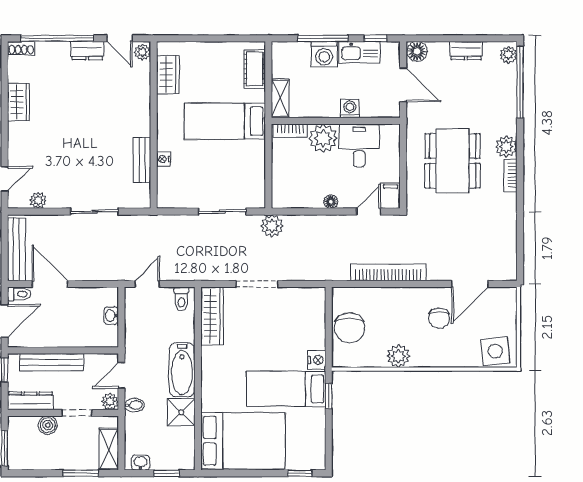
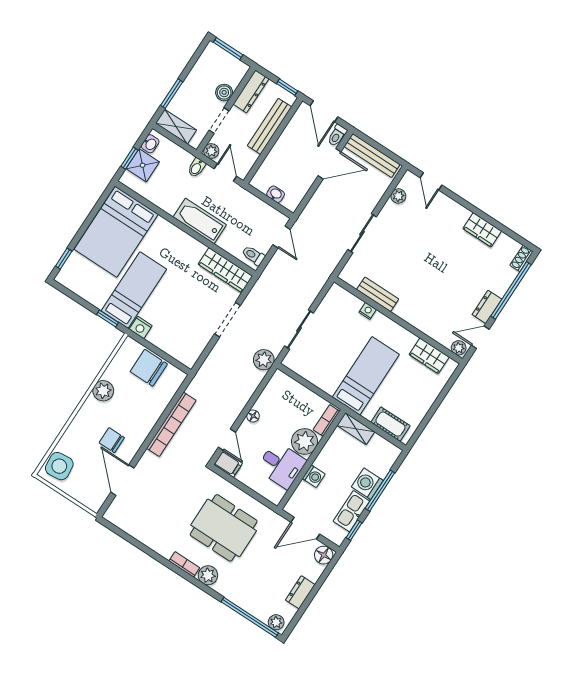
shower: (181, 412) -> (143, 165), moved

